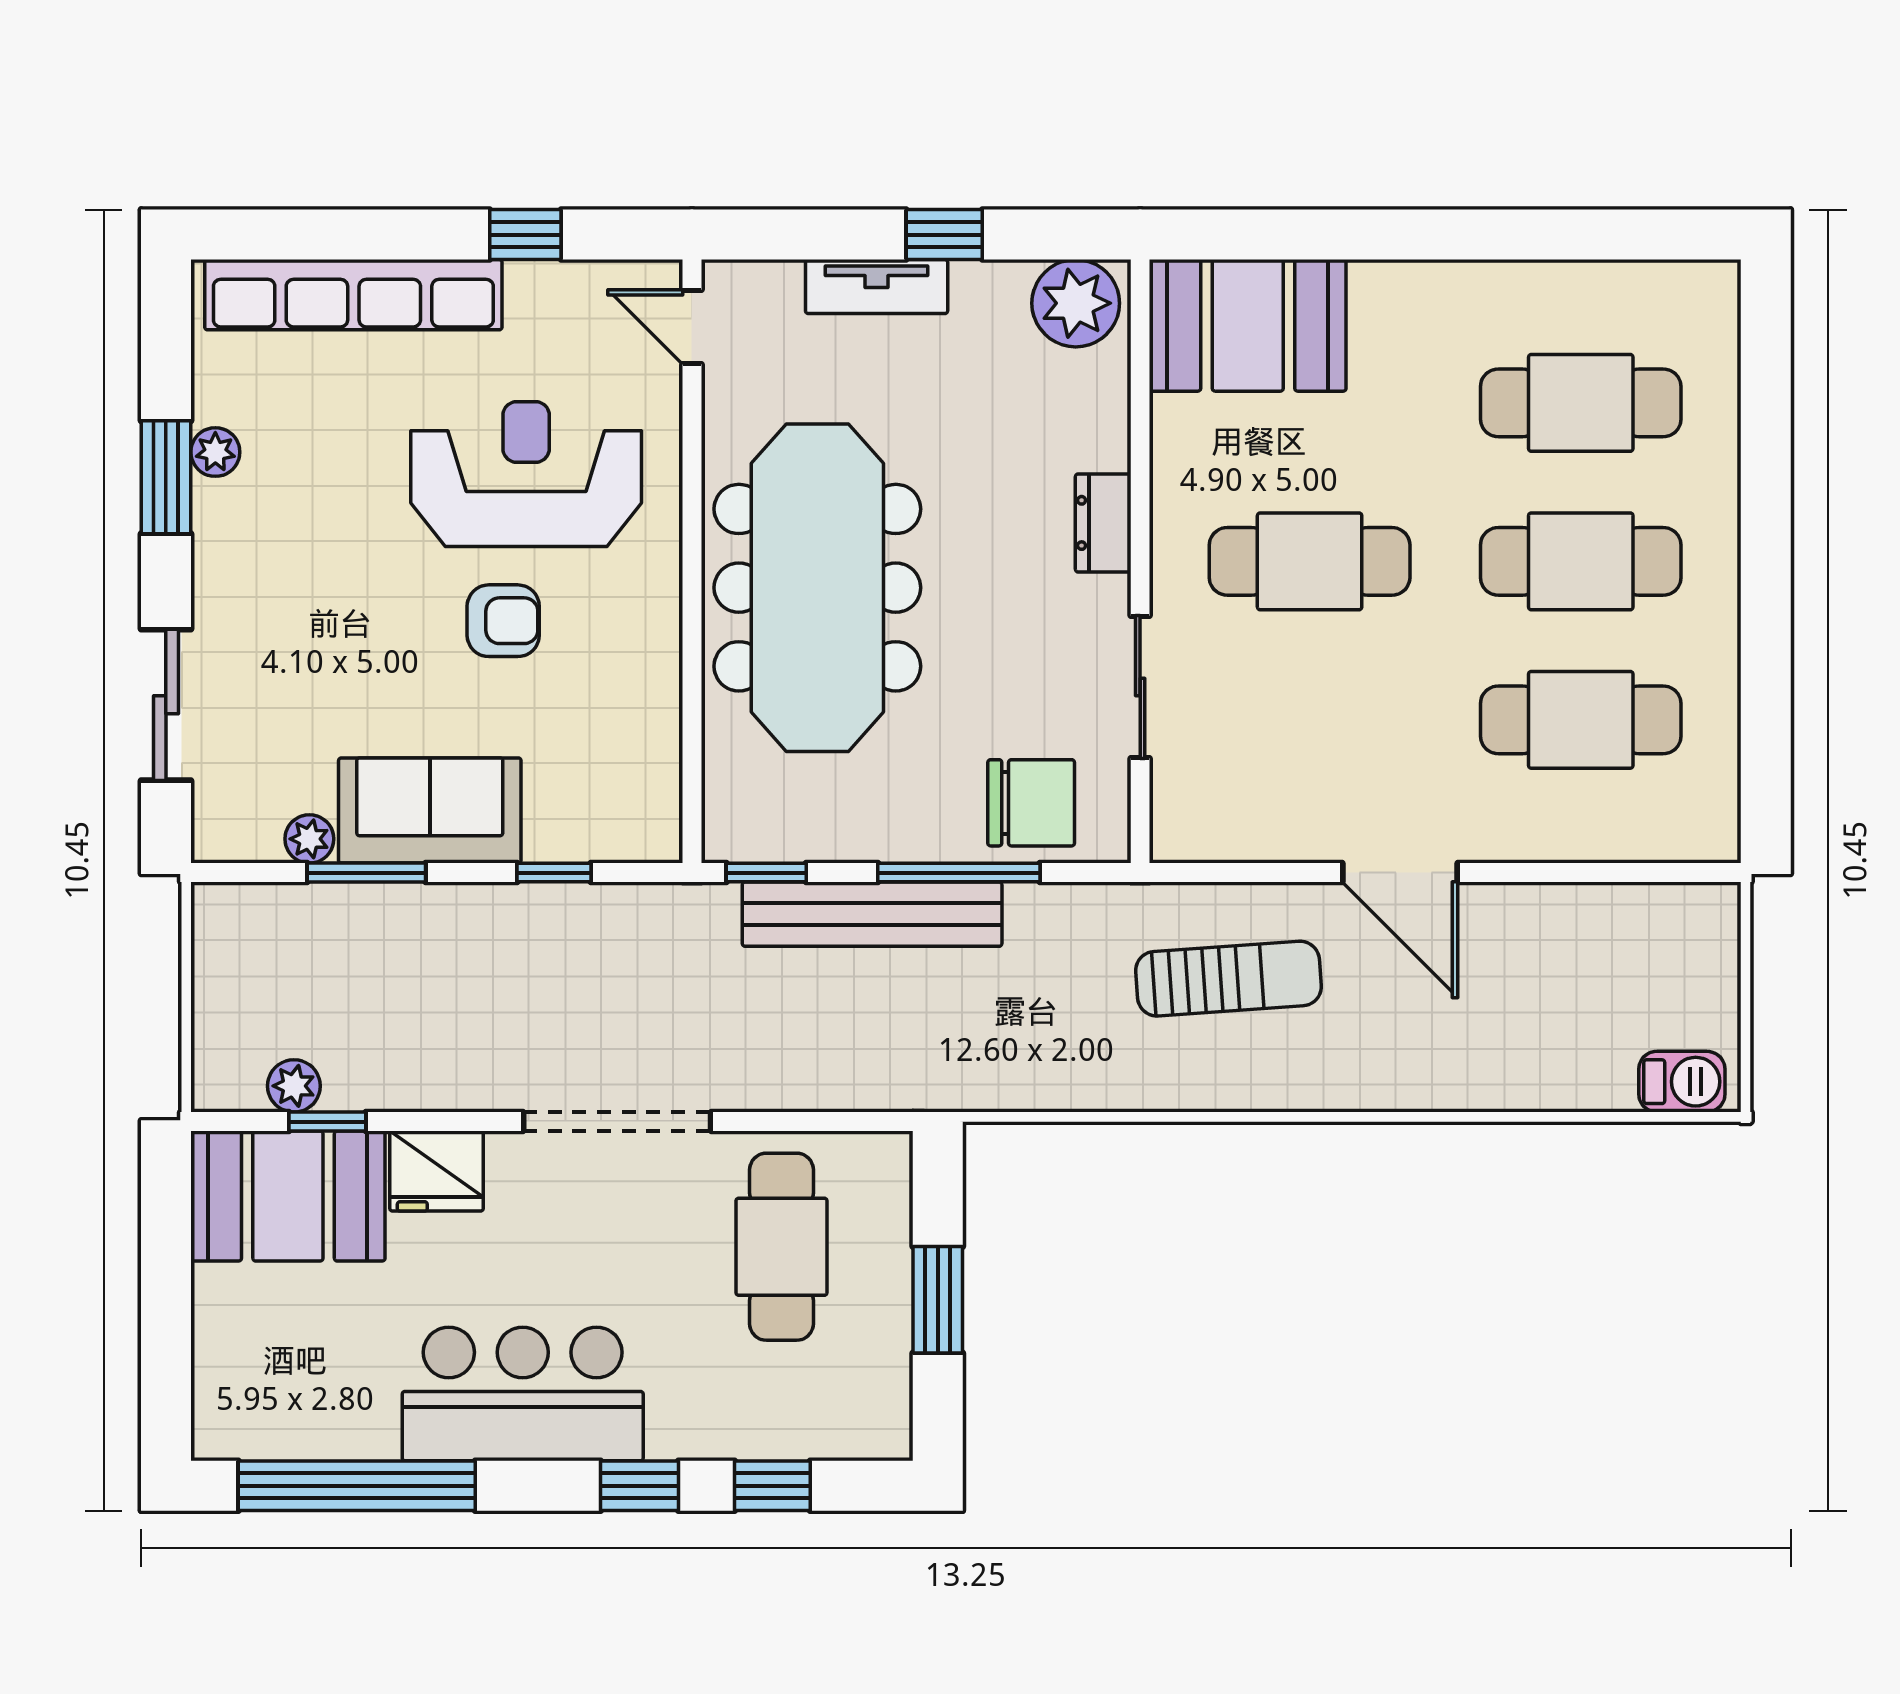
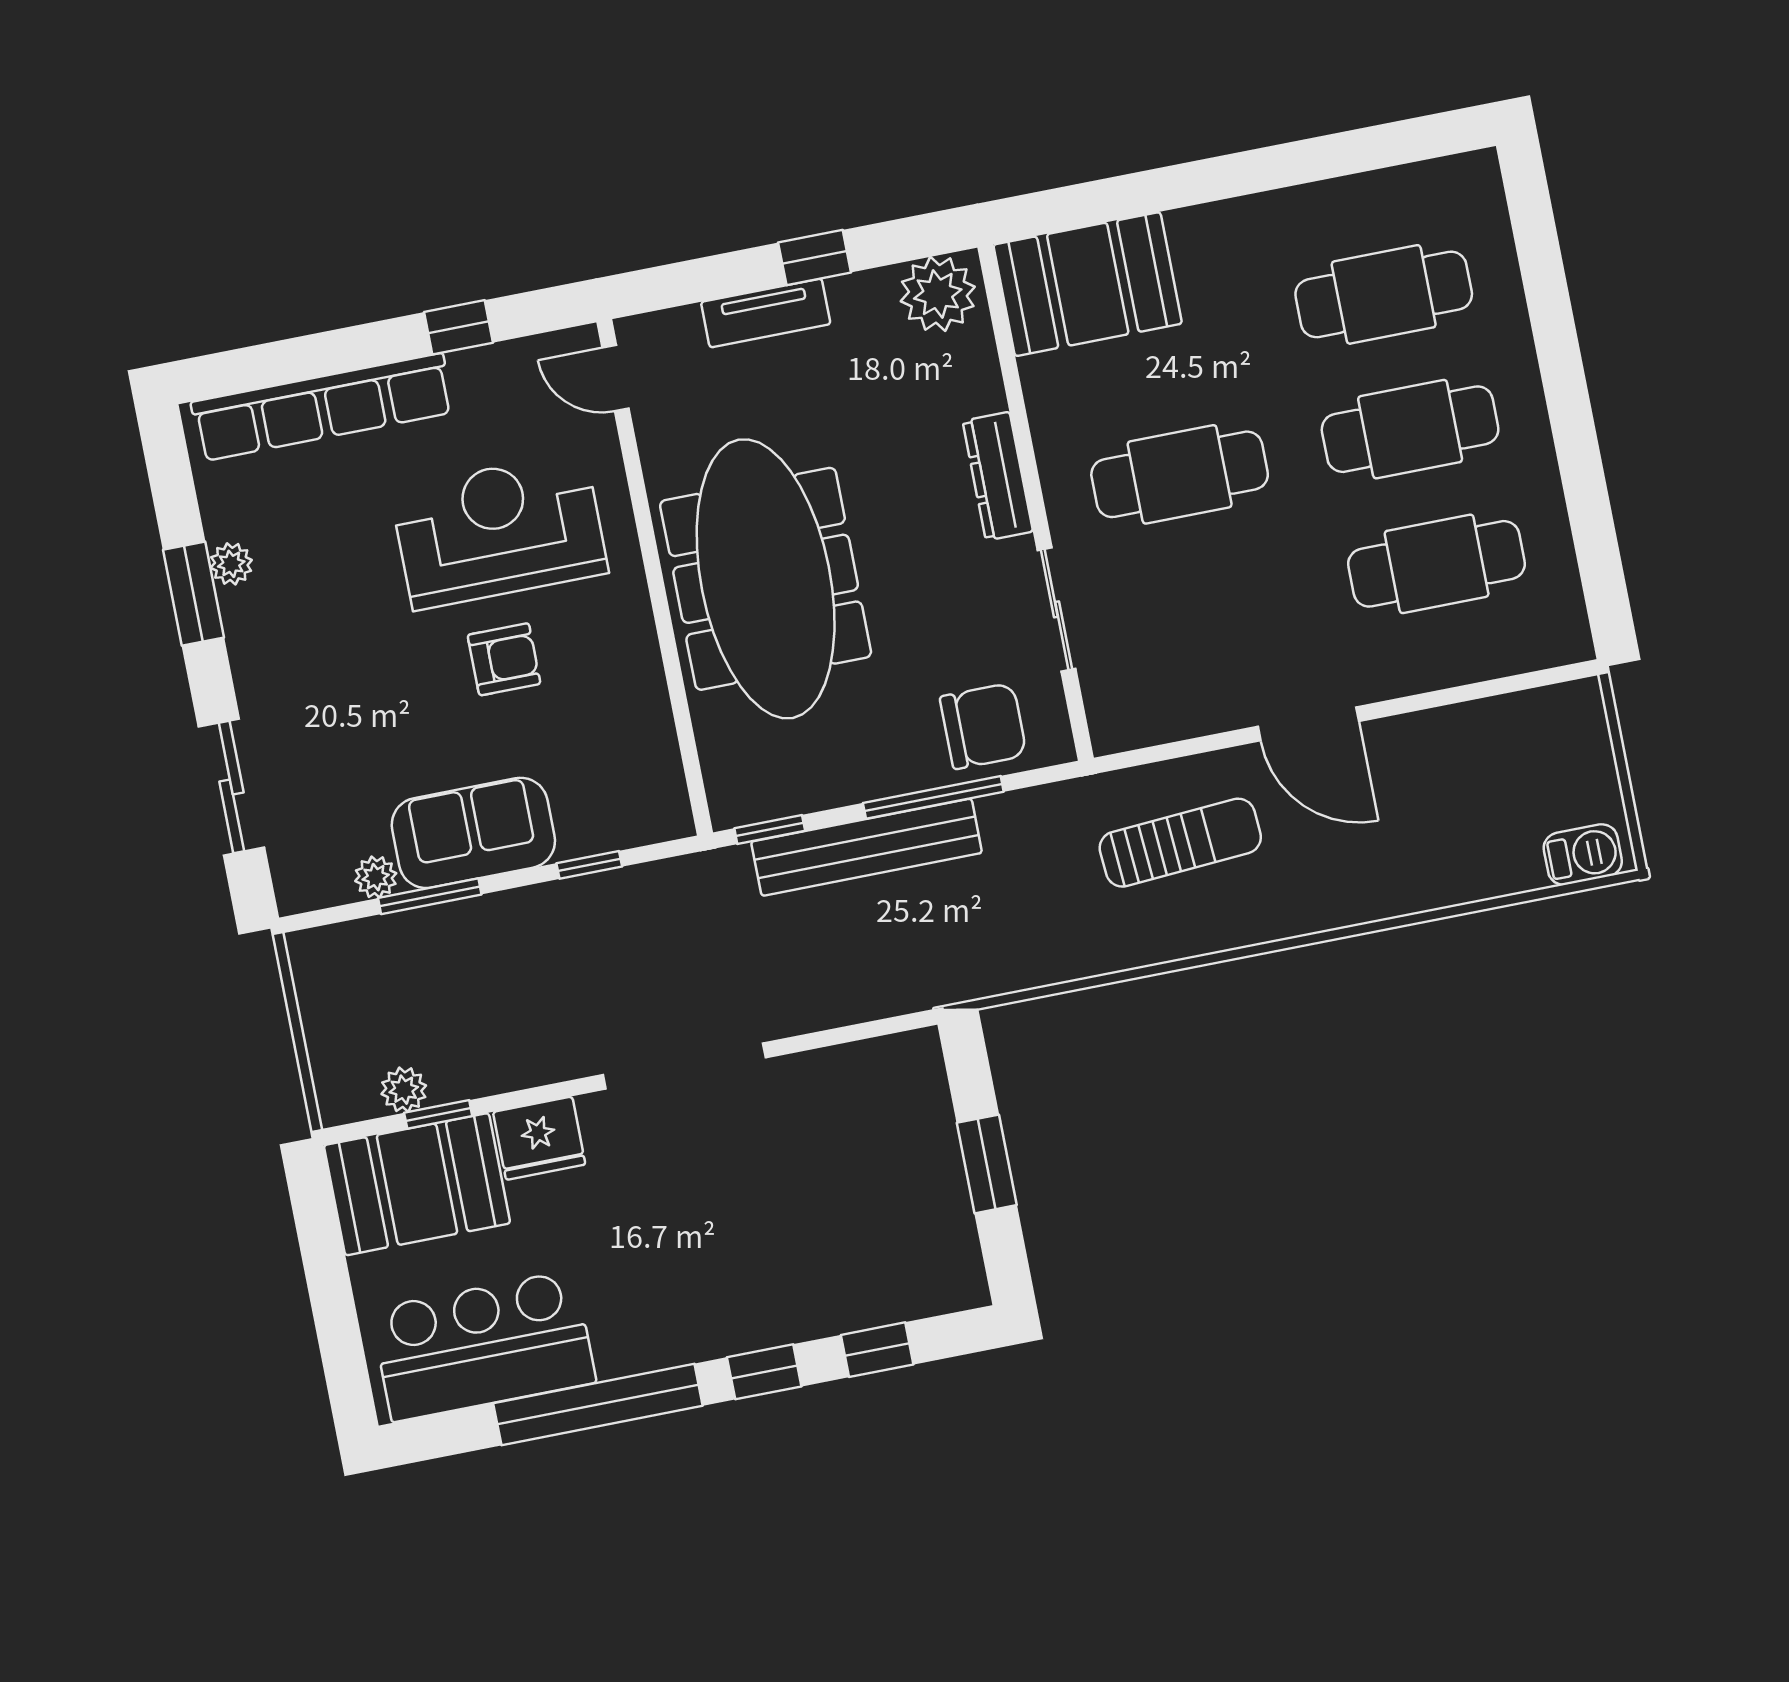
dresser: (1103, 523) -> (998, 476), width x1.44
cafe table: (781, 1247) -> (845, 1145), removed
bar counter: (523, 1394) -> (483, 1346), moved
window: (357, 1486) -> (598, 1404), moved

